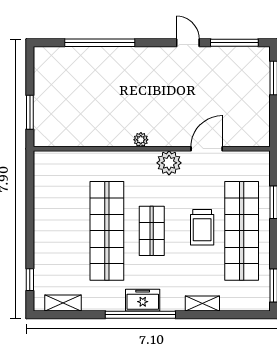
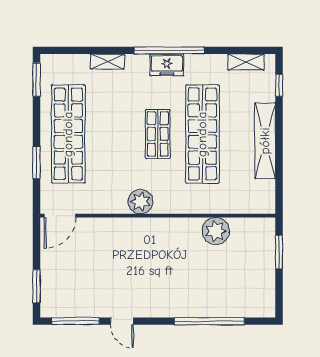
plant: (141, 140) -> (216, 231), moved, width x1.88, depth x1.88
door: (207, 149) -> (60, 216), moved
shelving: (44, 224) -> (265, 141), added
trolley: (202, 227) -> (108, 138), removed

